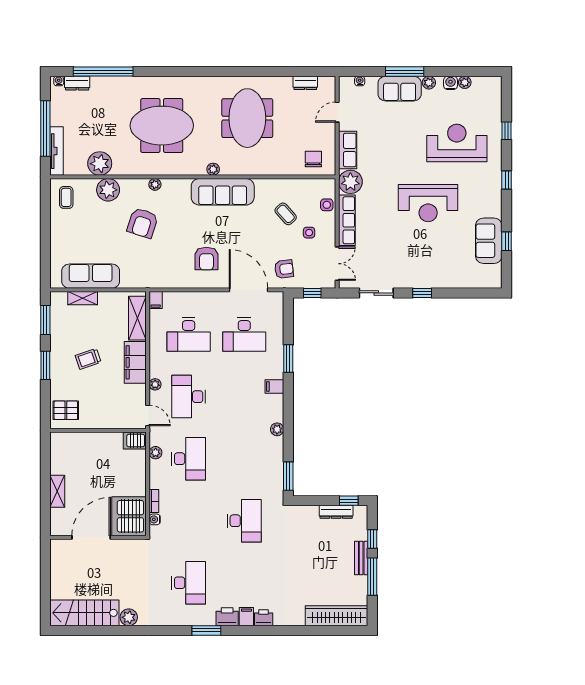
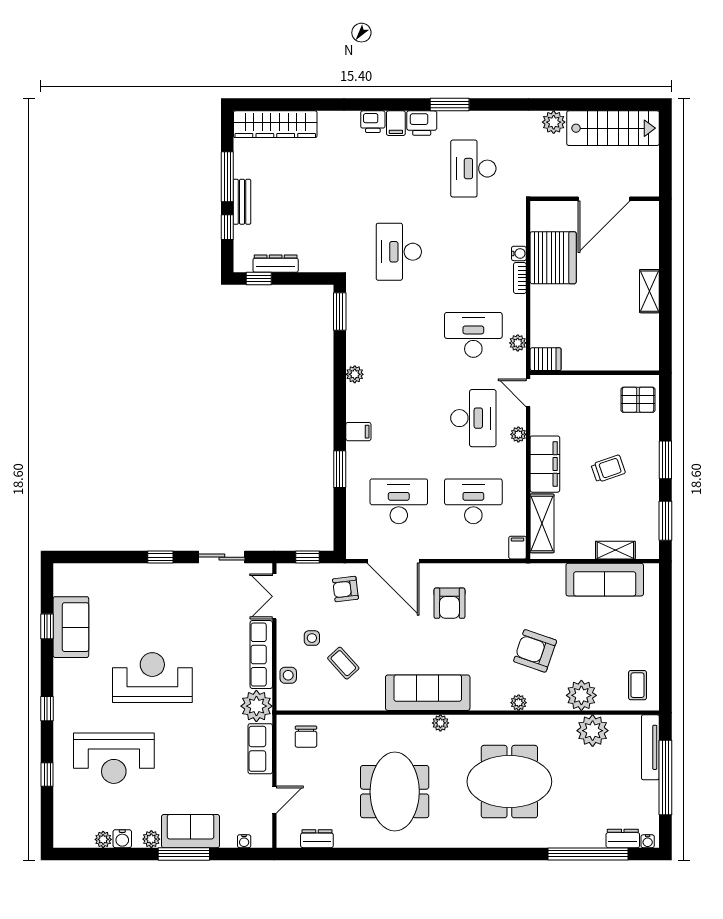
armchair: (143, 223) -> (535, 651), turned -89
armchair: (206, 259) -> (449, 603), turned 180
desk: (189, 459) -> (473, 335), turned 90
door: (91, 537) -> (604, 199), moved
wall: (98, 537) -> (595, 199), moved

